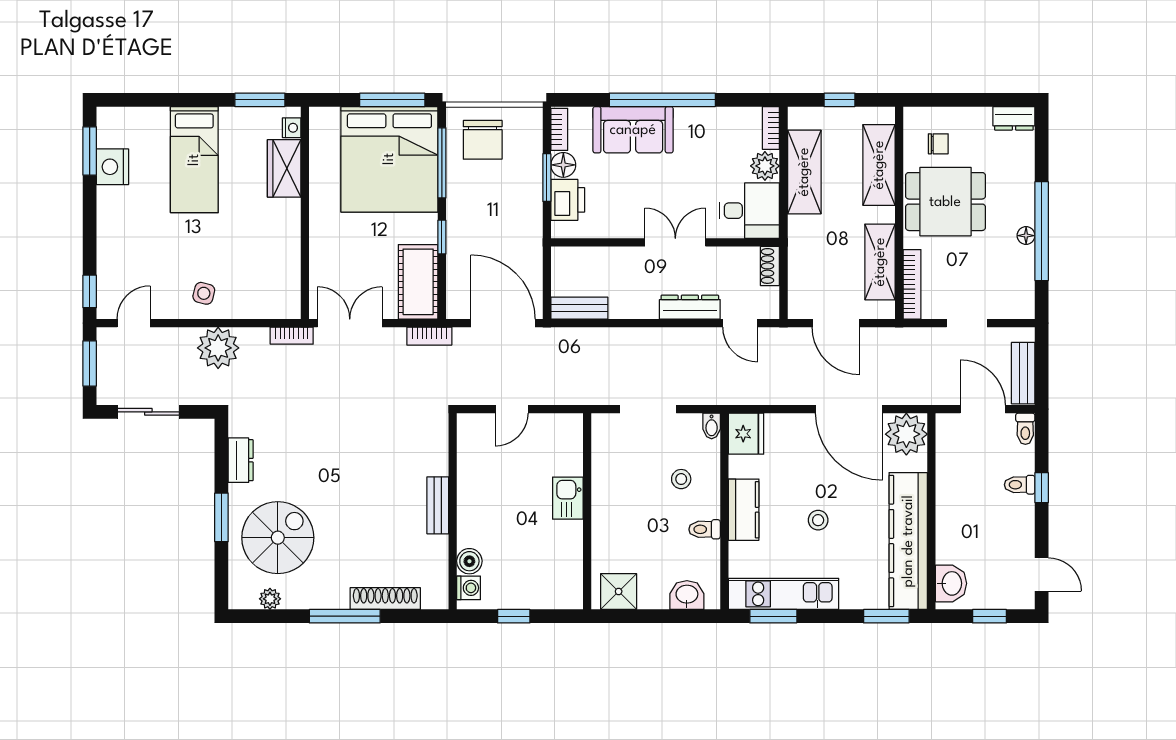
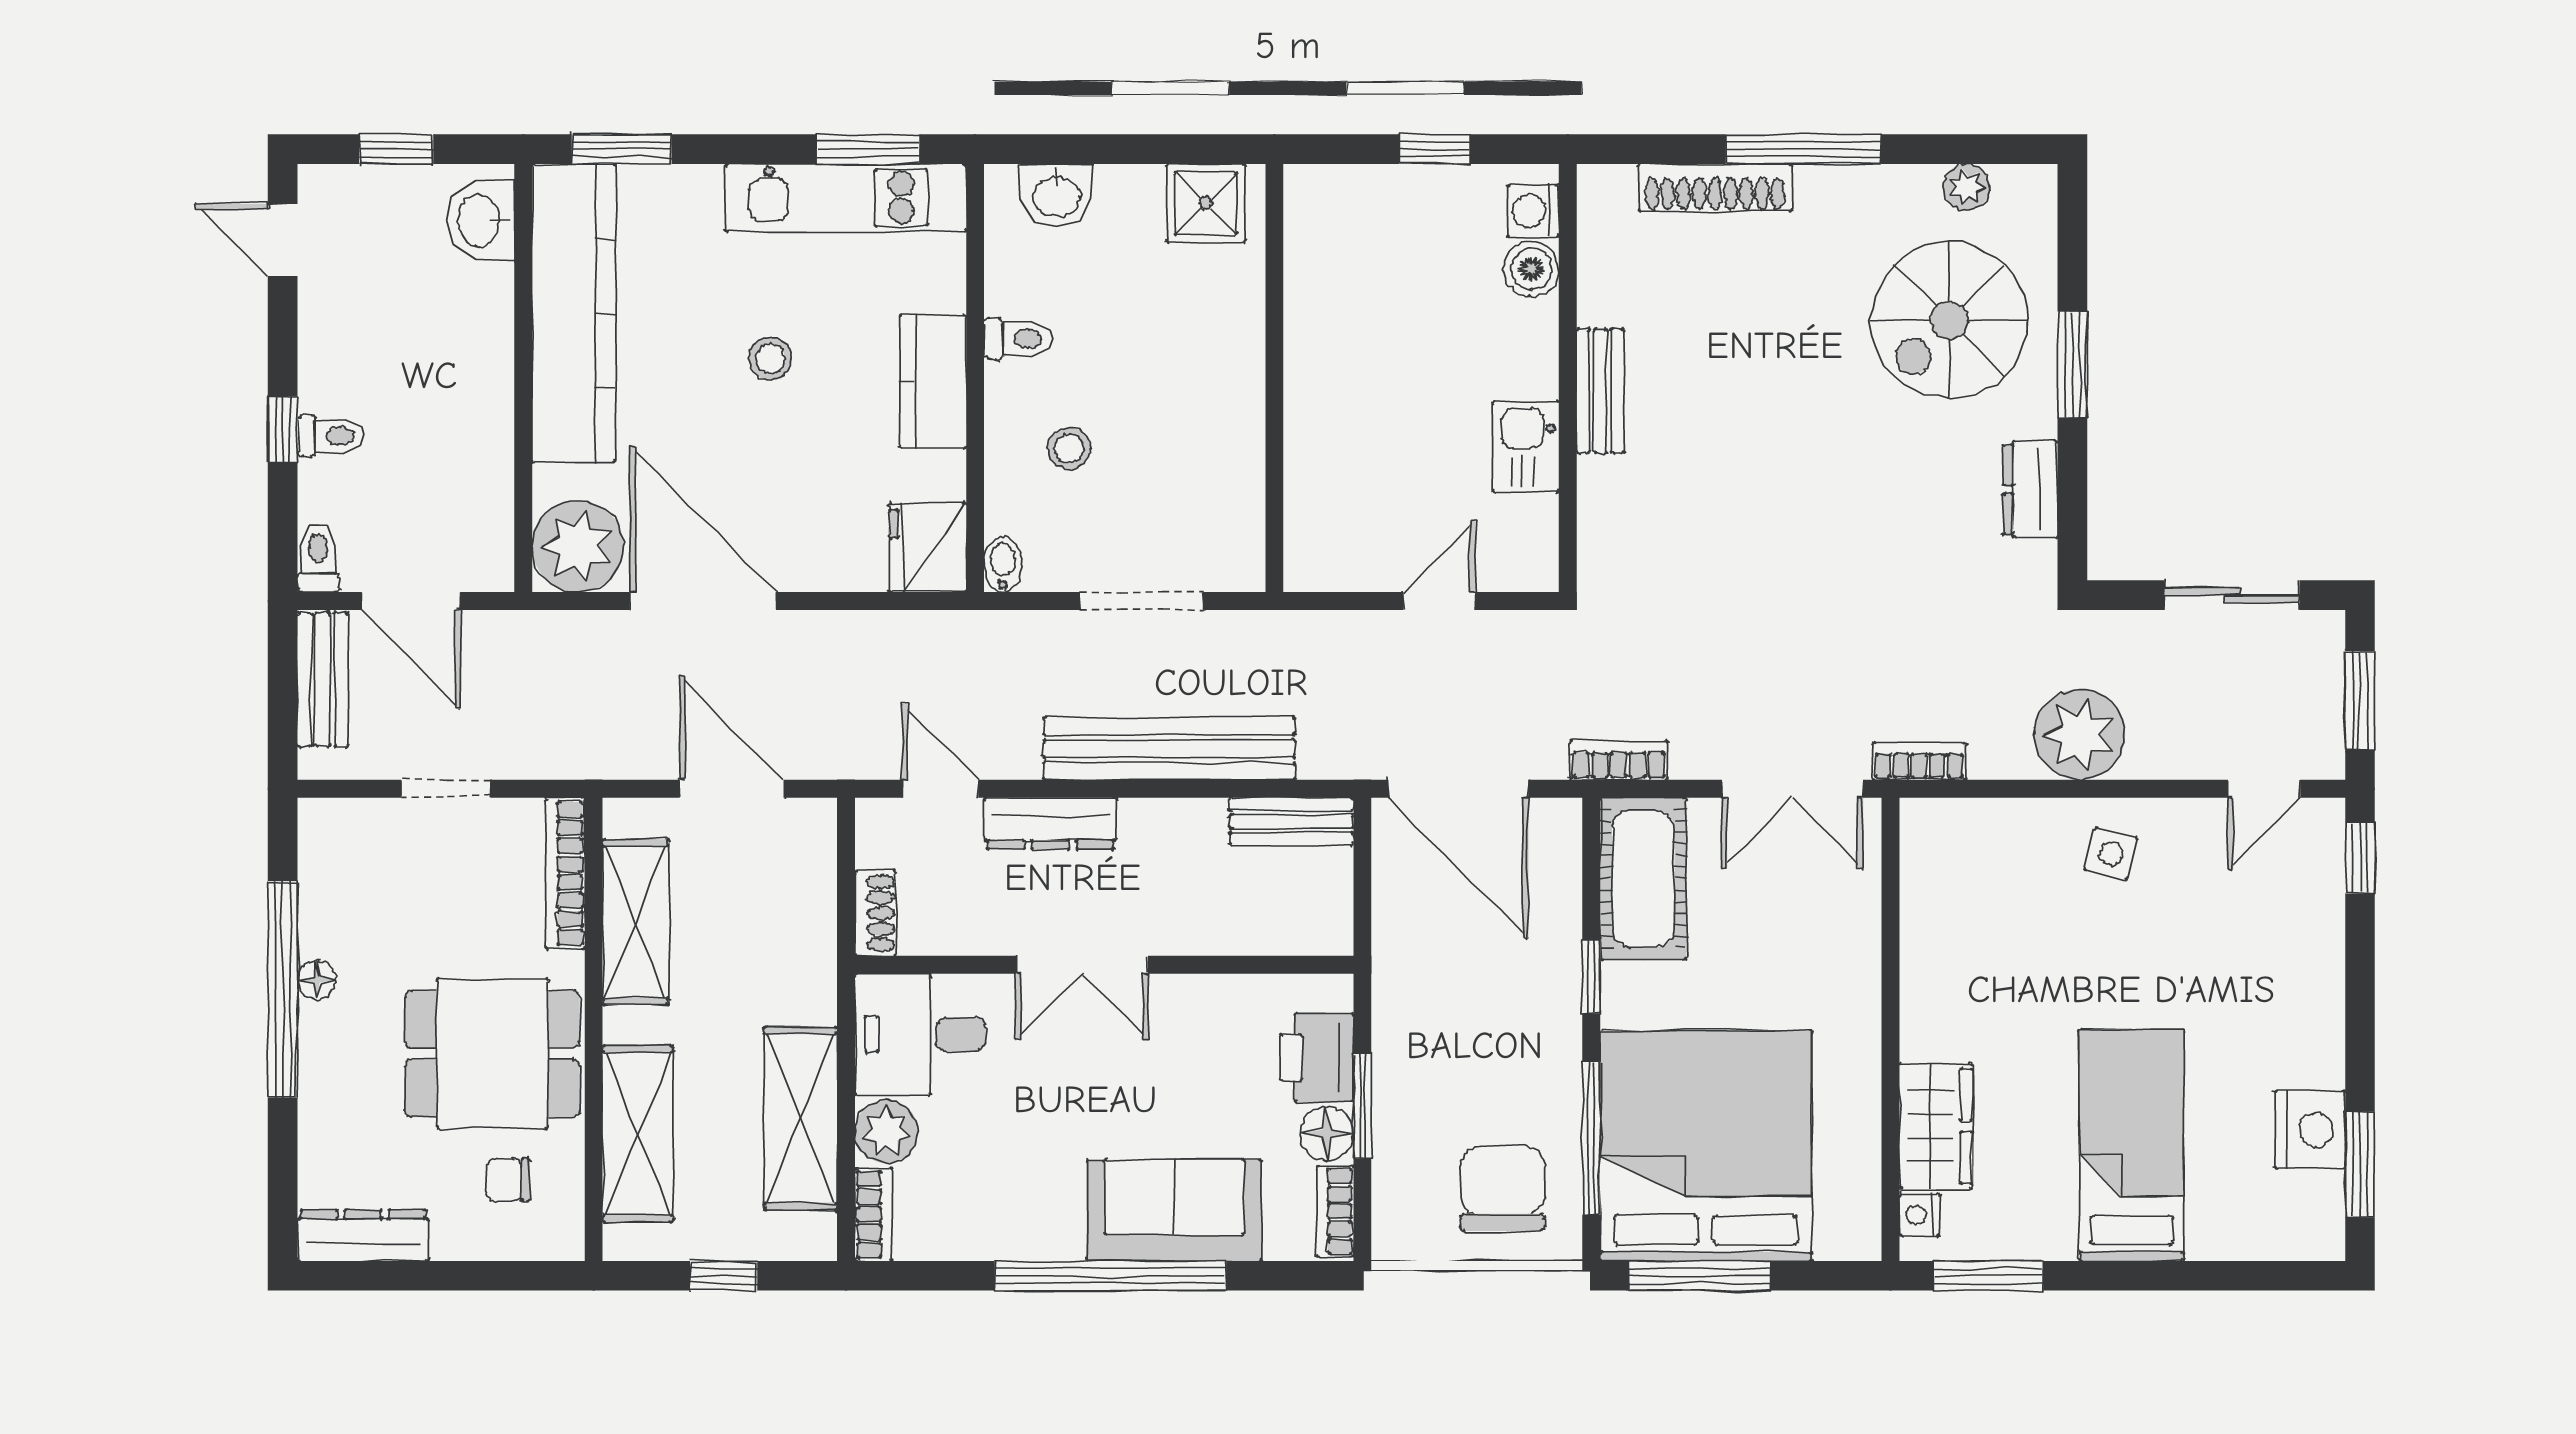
dresser: (1014, 118) -> (363, 1235), width x1.44
bench: (635, 341) -> (1169, 749), added
kitchen sink: (568, 498) -> (1526, 447), moved, turned 180

